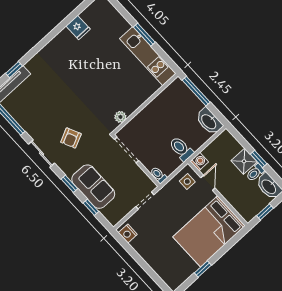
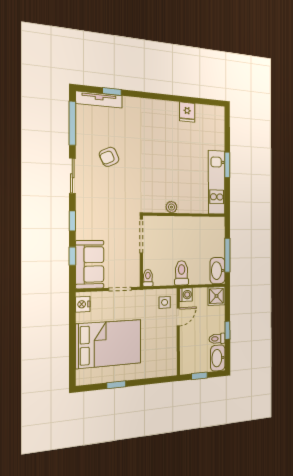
window: (196, 91) -> (227, 255), moved
plant: (120, 117) -> (171, 207), moved
armchair: (71, 138) -> (109, 157), moved
shower: (244, 161) -> (216, 296), moved
sofa: (93, 187) -> (90, 264), moved
bed: (209, 231) -> (109, 344), moved, turned 180

